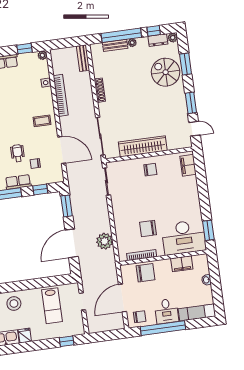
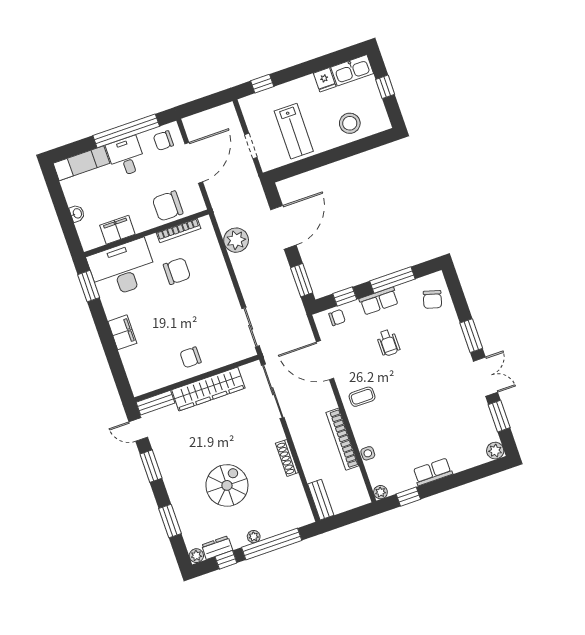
bench: (115, 45) -> (155, 403), moved
spiral stairs: (166, 72) -> (227, 485), moved, turned -90
chair: (35, 163) -> (337, 318), moved
filing cabinet: (188, 165) -> (122, 332), moved
lab bench: (52, 306) -> (294, 131), turned 180

